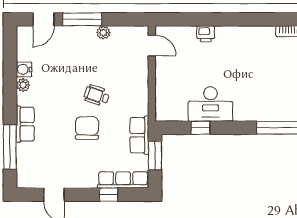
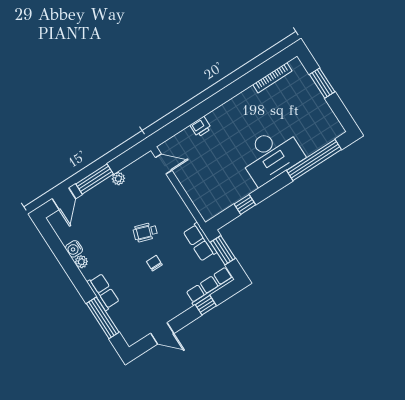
desk: (210, 104) -> (271, 155), moved, width x1.36, depth x1.30
chair: (87, 128) -> (154, 263), width x0.54, depth x0.54

